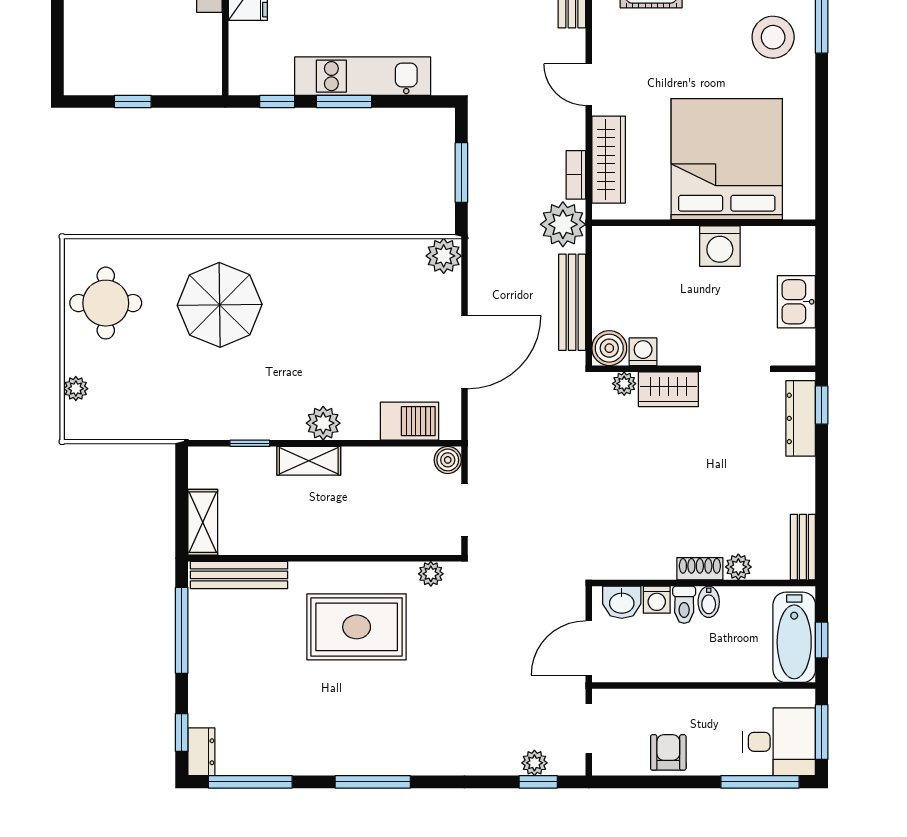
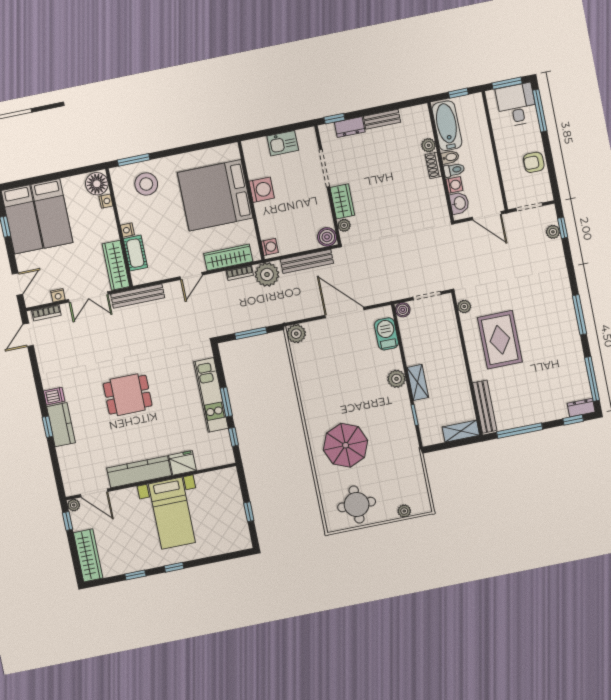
washing machine: (643, 352) -> (270, 247), moved, turned 180
dresser: (801, 418) -> (350, 127), width x0.70
bench: (803, 547) -> (382, 119), moved
bathtub: (794, 637) -> (447, 126), moved, turned -90

